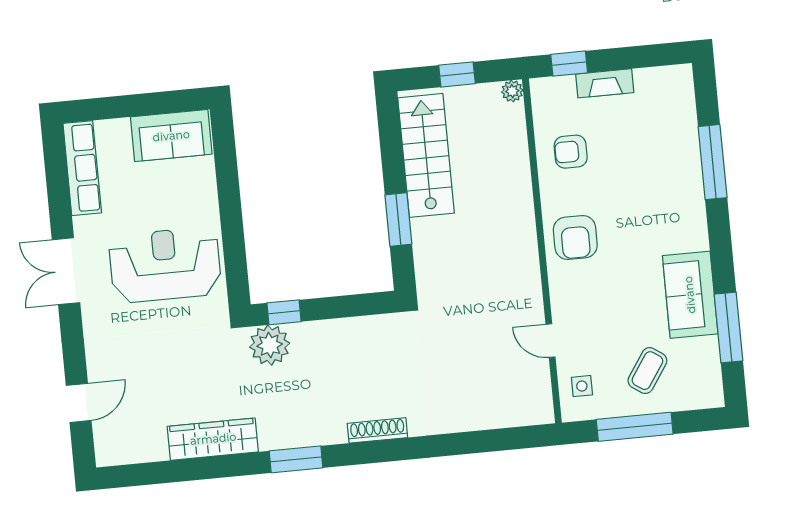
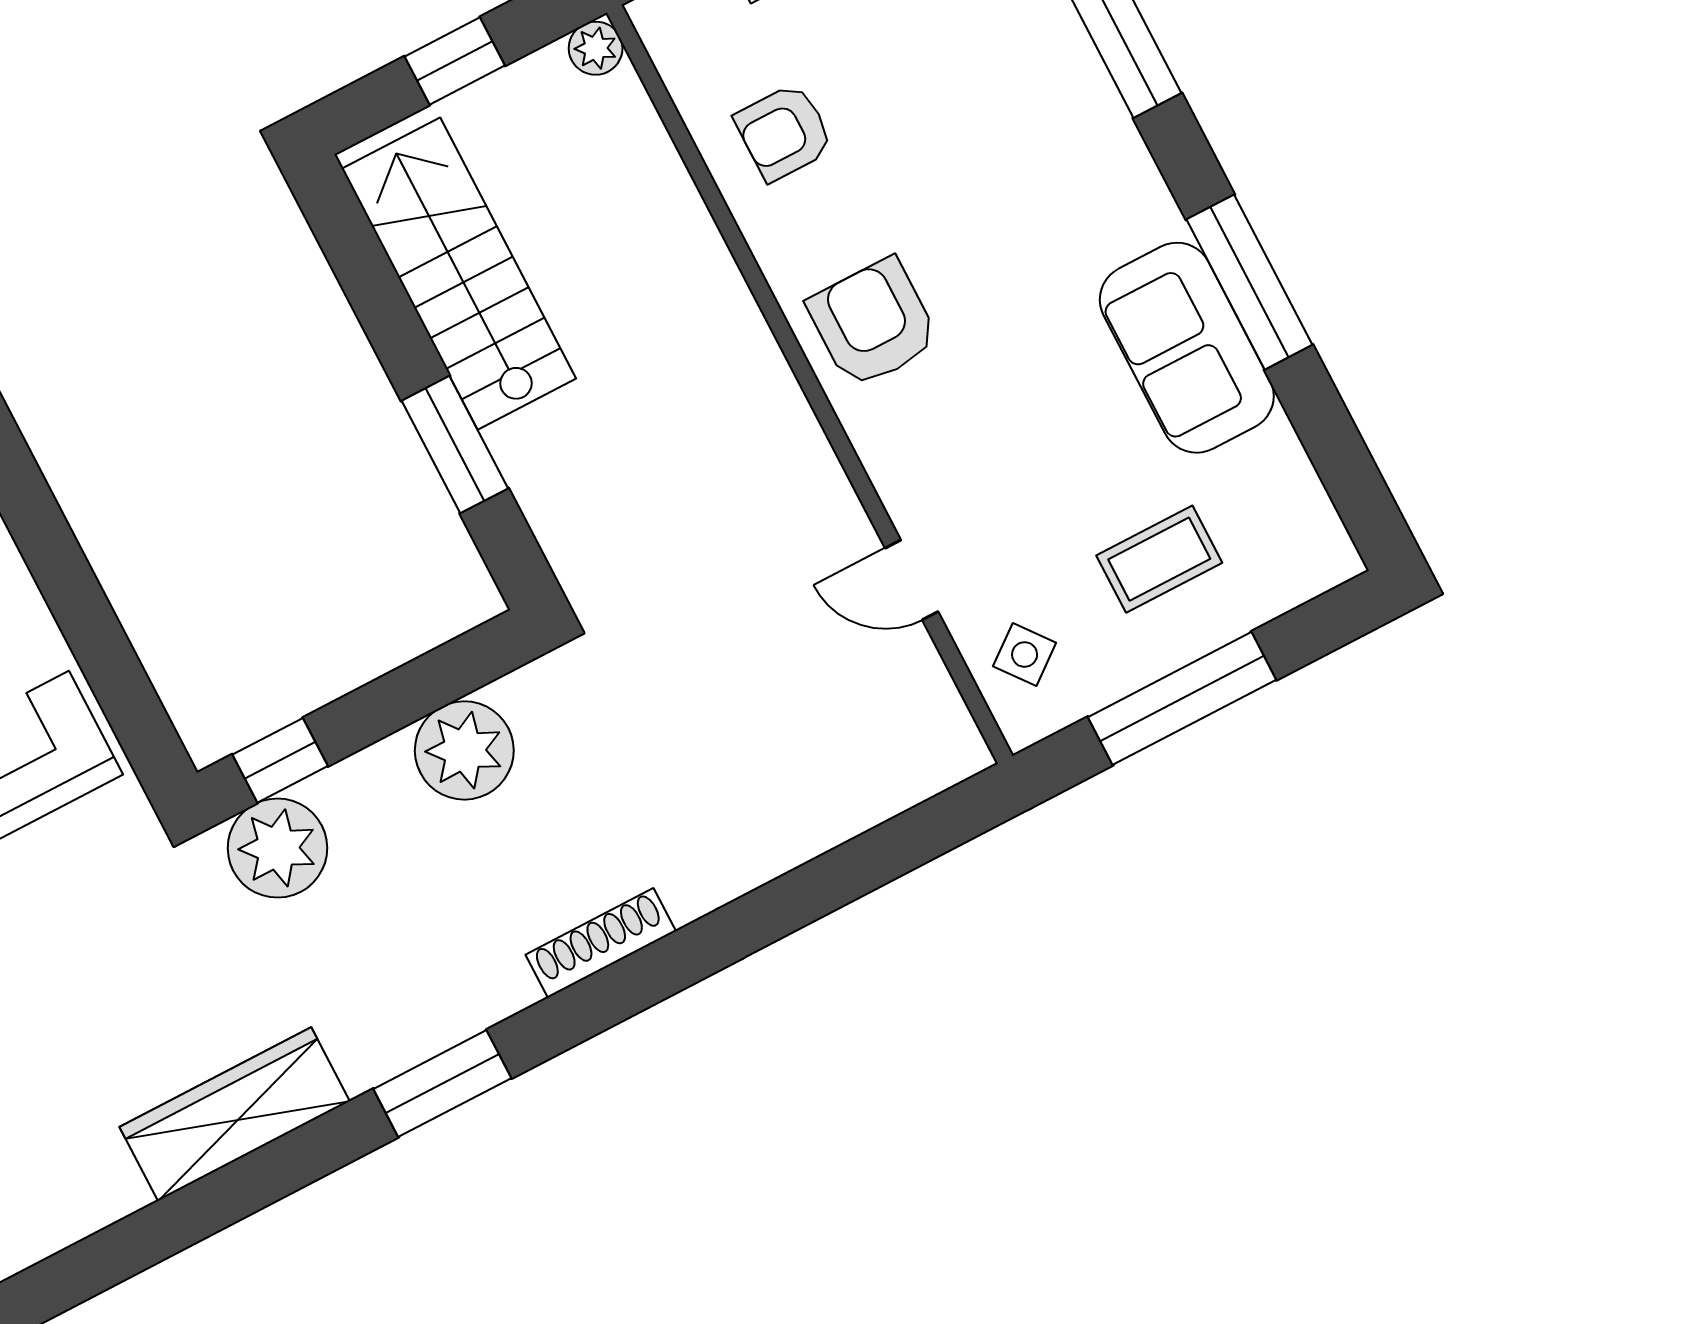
armchair: (575, 237) -> (873, 323), turned 180
window: (728, 327) -> (1249, 282), moved
plant: (355, 337) -> (464, 750), added
coffee table: (647, 371) -> (1159, 559), turned 56
side table: (582, 386) -> (1025, 654), turned -38

